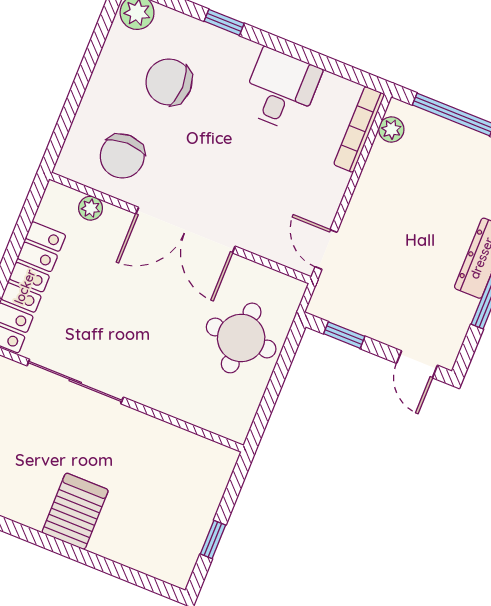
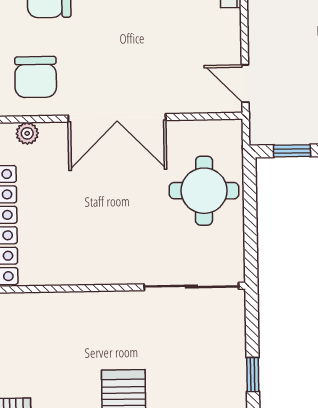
sliding door: (75, 382) -> (191, 286), moved

